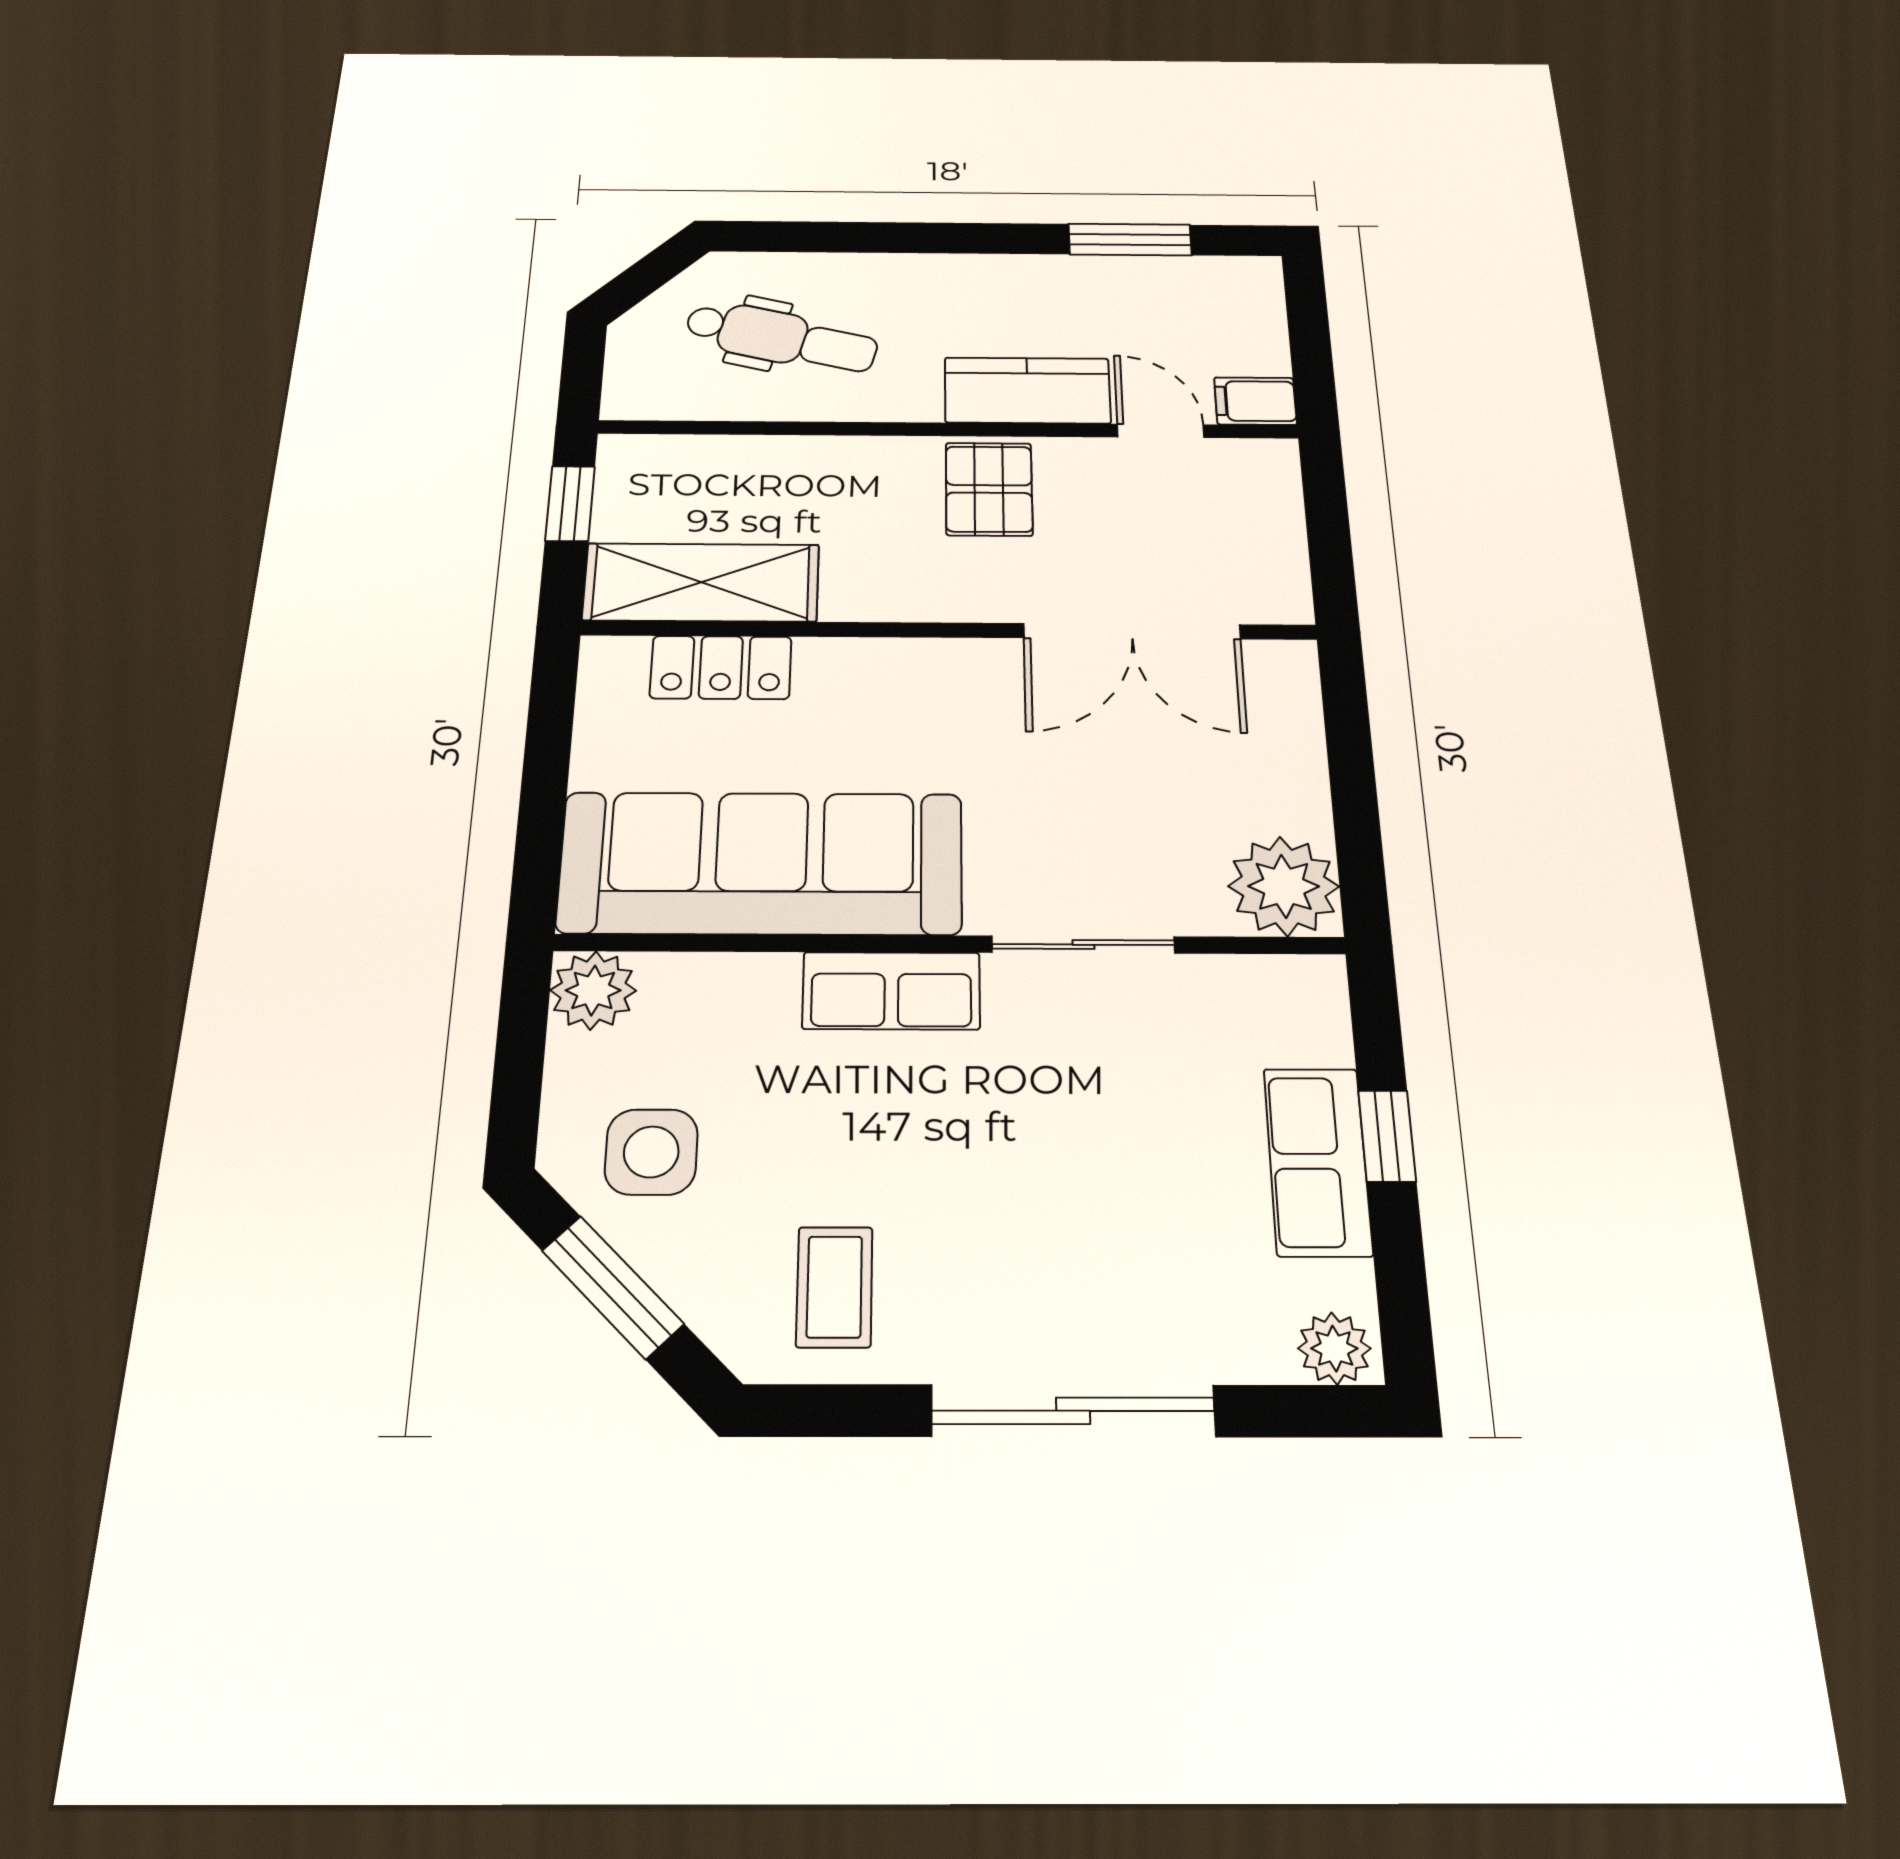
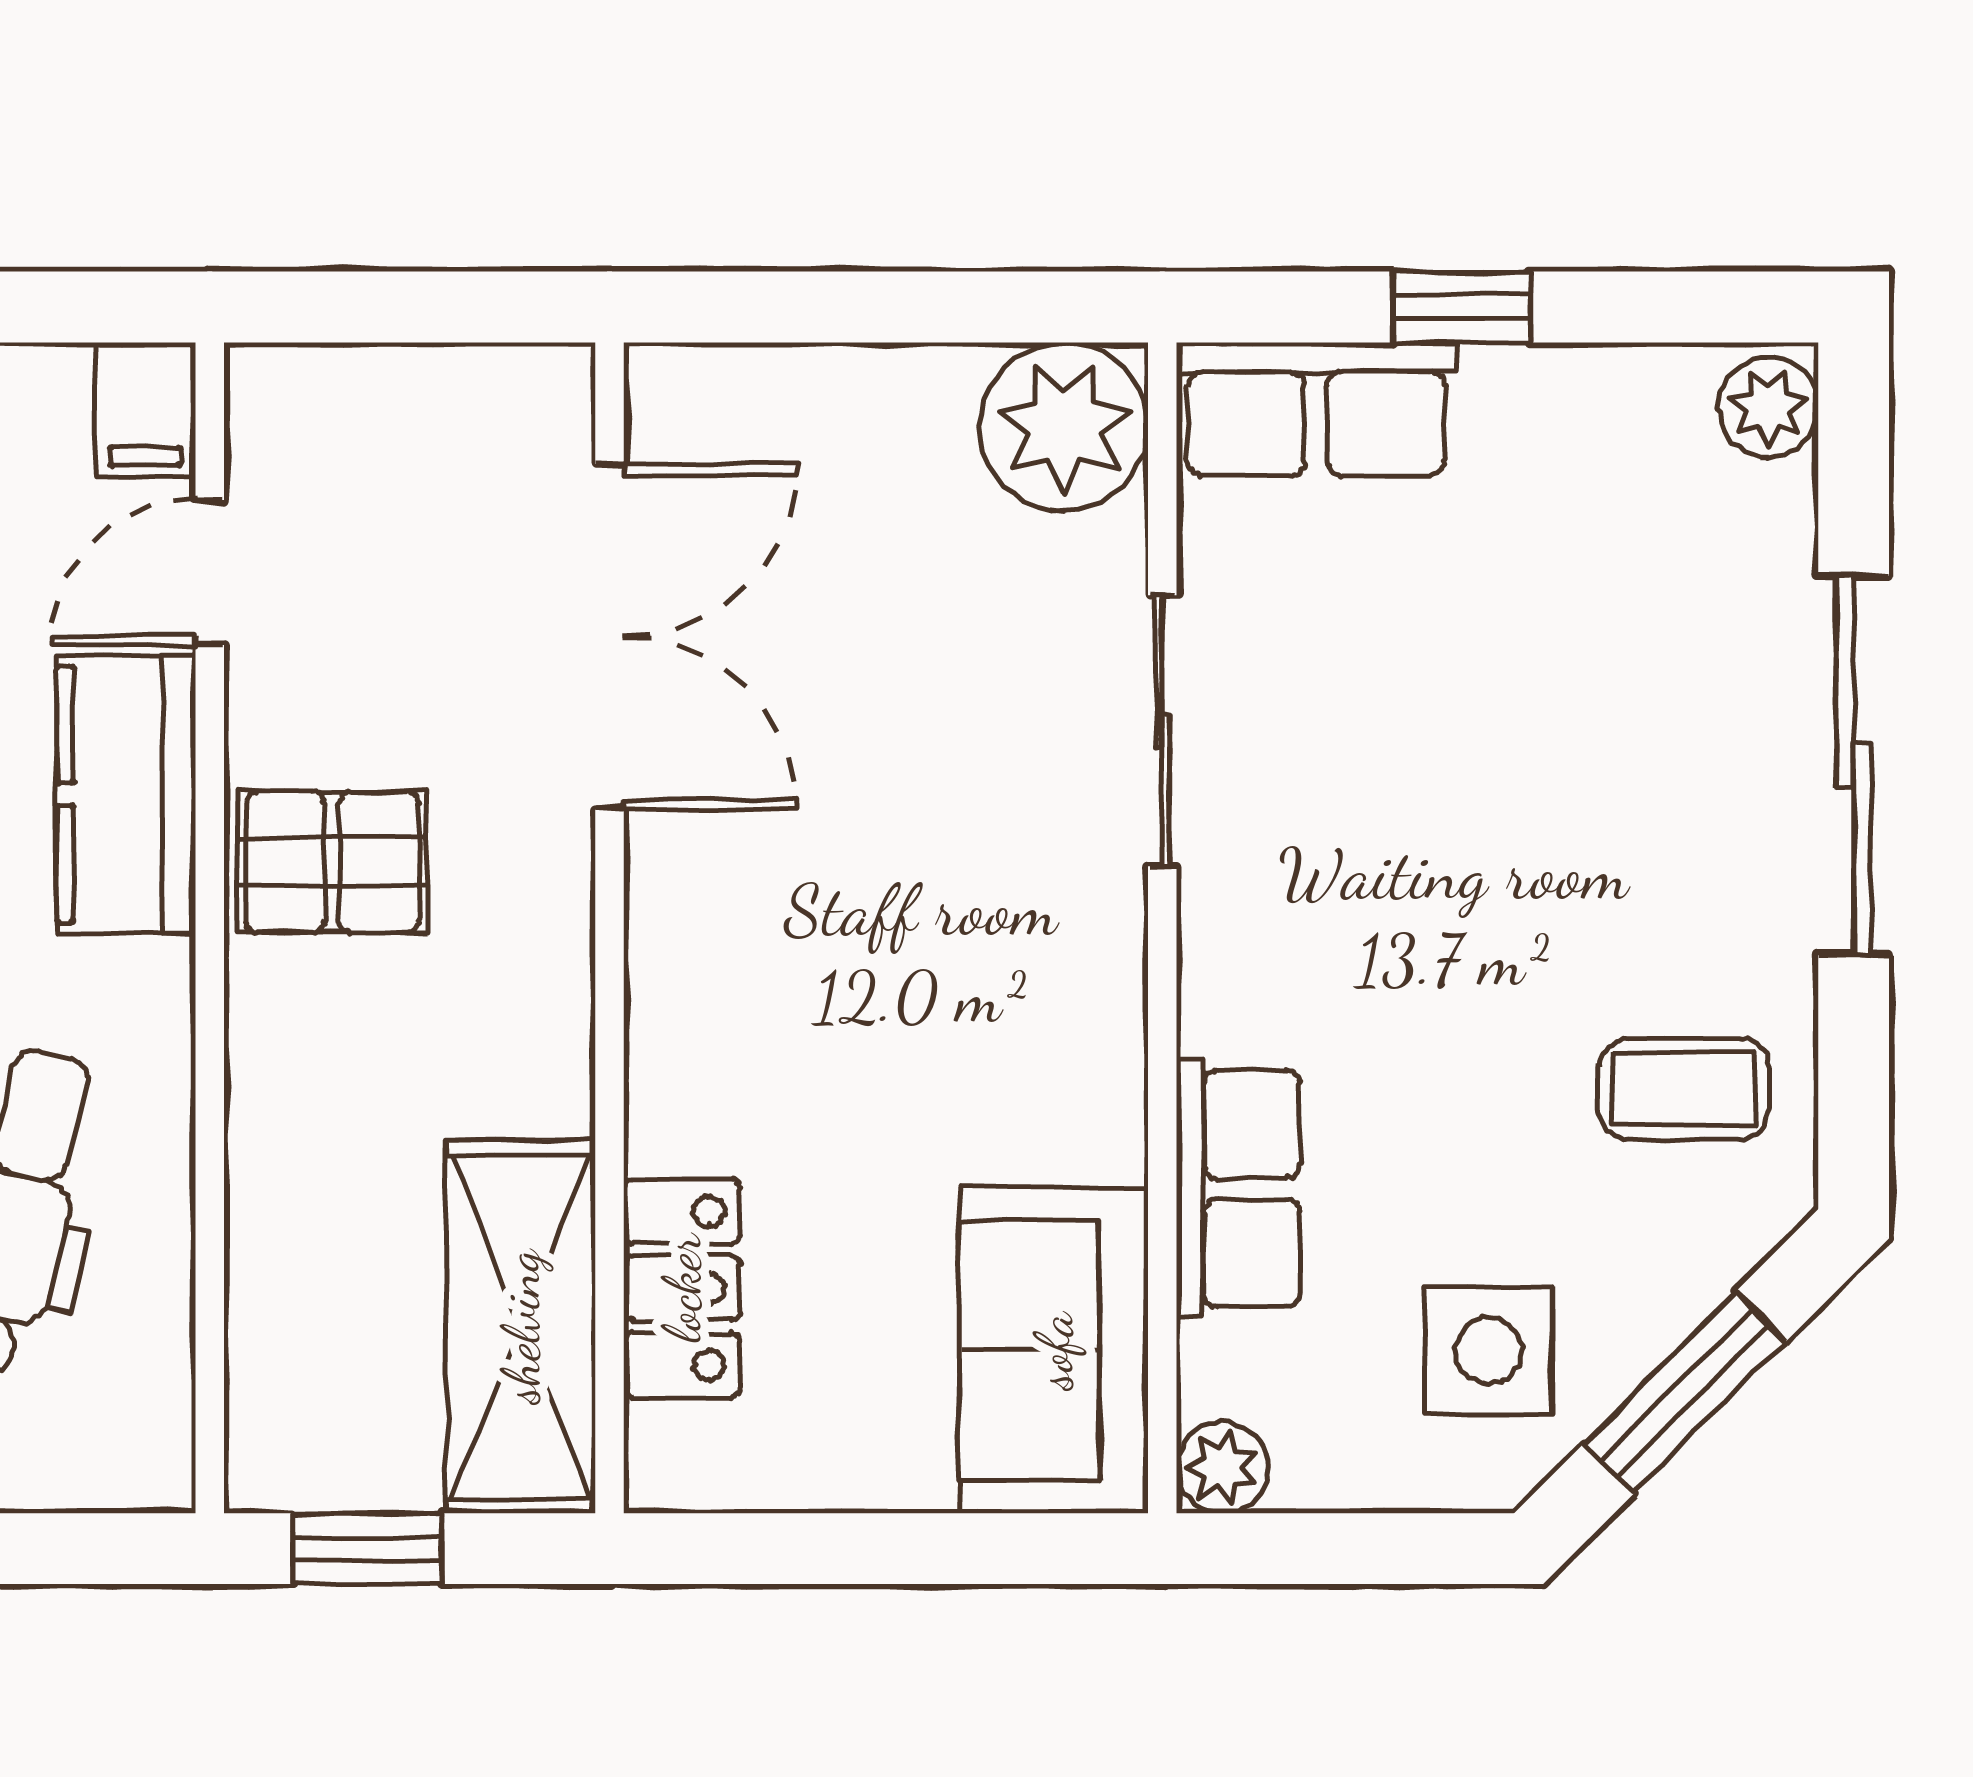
sofa: (761, 863) -> (1054, 1351), width x0.54, depth x0.79
plant: (593, 990) -> (1222, 1468), width x0.73, depth x0.73
row of seats: (891, 991) -> (1238, 1189), moved
row of seats: (1318, 1161) -> (1316, 409), moved

